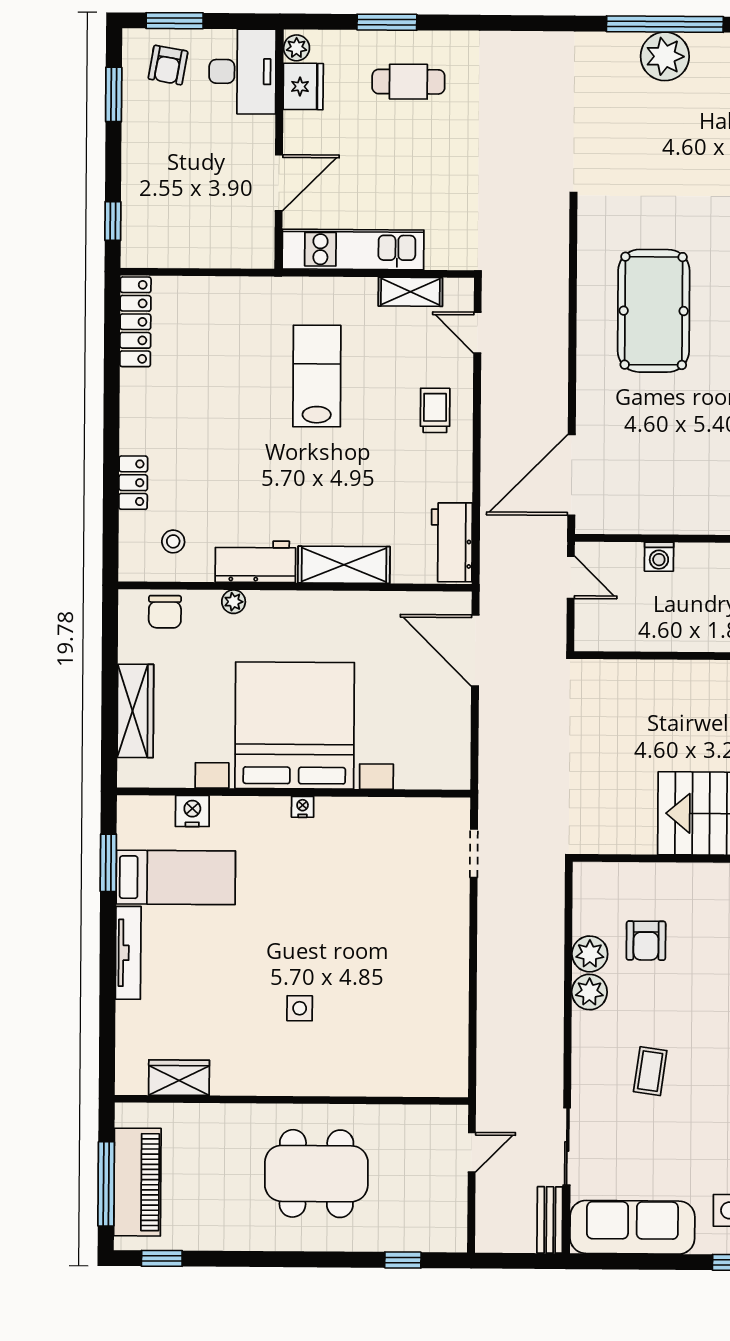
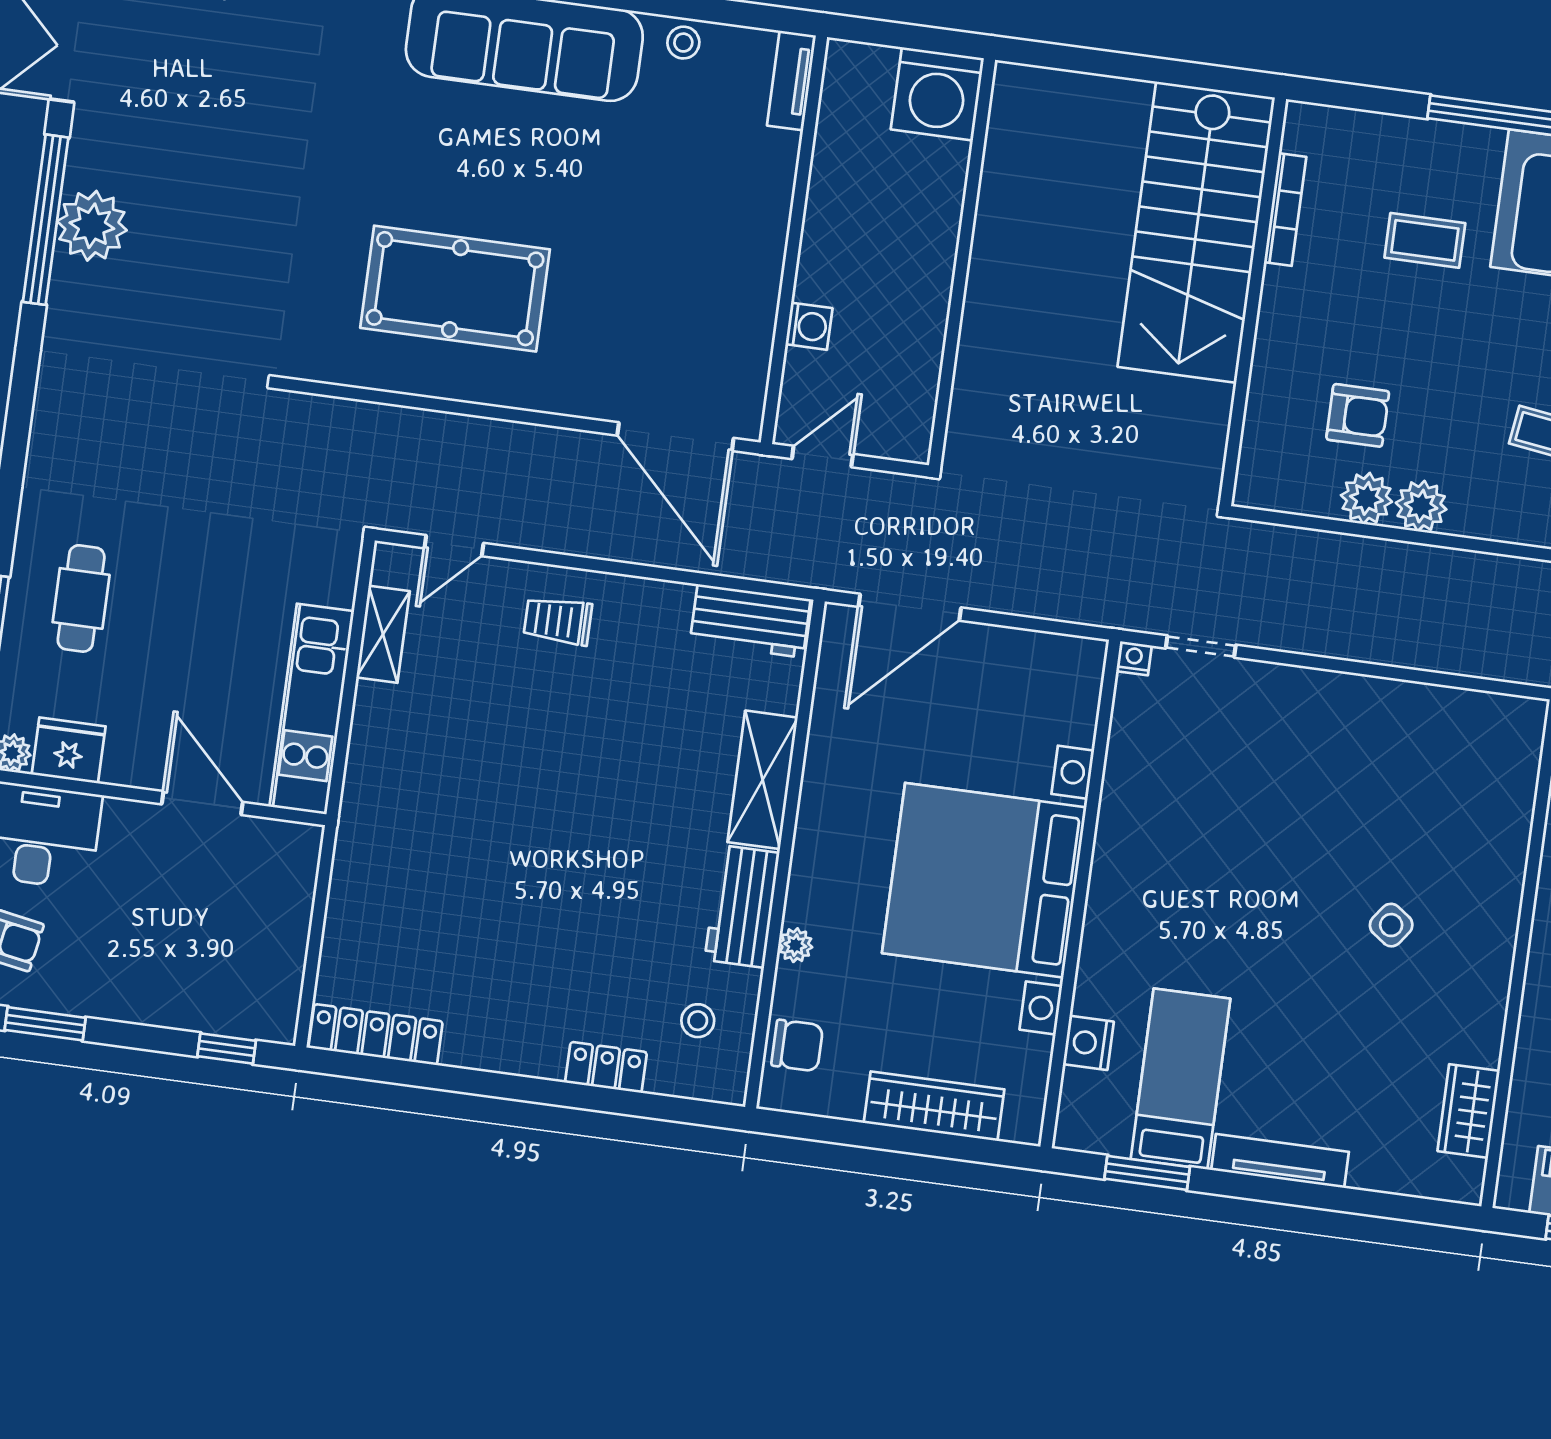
lab bench: (317, 376) -> (487, 784), removed
nightstand: (303, 807) -> (1134, 658), moved, turned 90
side table: (300, 1008) -> (1391, 925), turned 36

